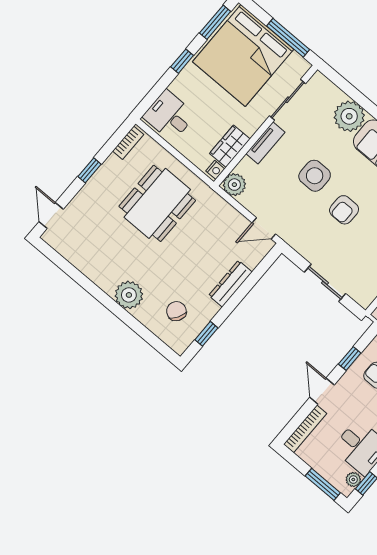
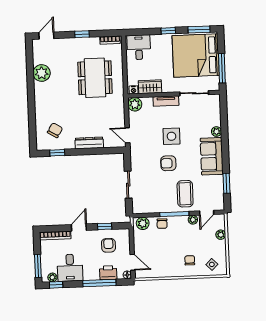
plant: (349, 116) -> (216, 132), width x0.53, depth x0.53
dining table: (157, 203) -> (95, 78), turned 90
plant: (129, 295) -> (42, 73), moved

